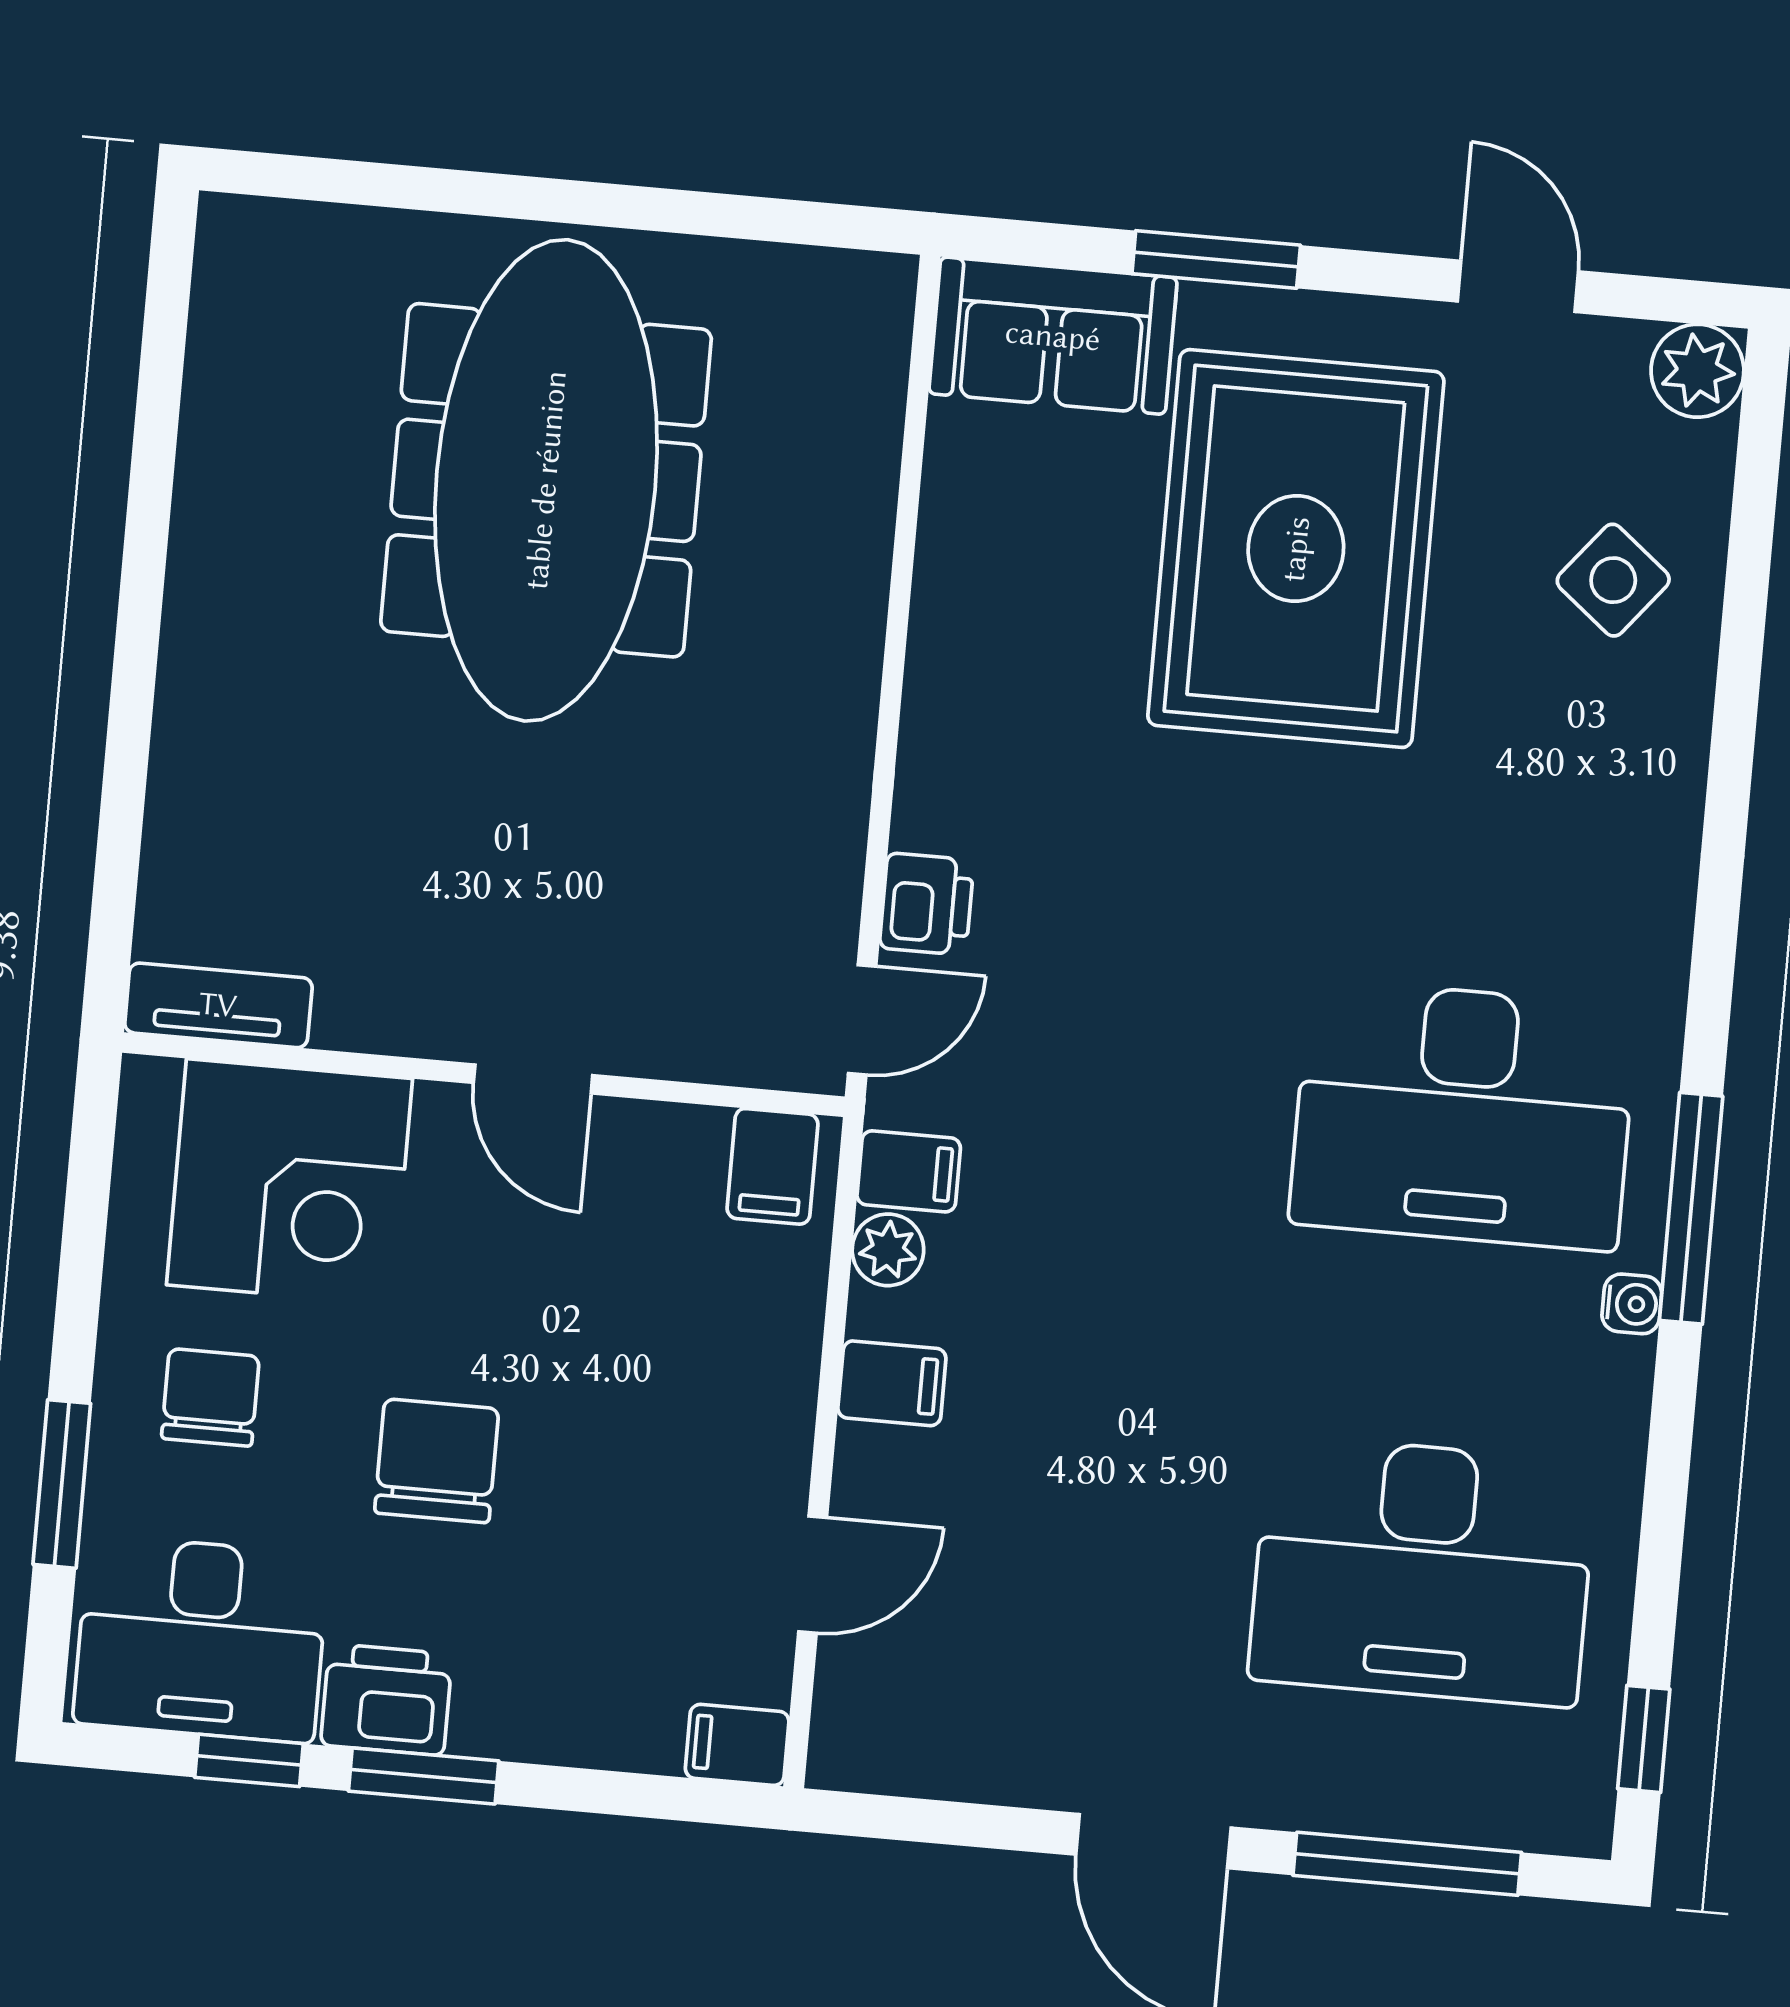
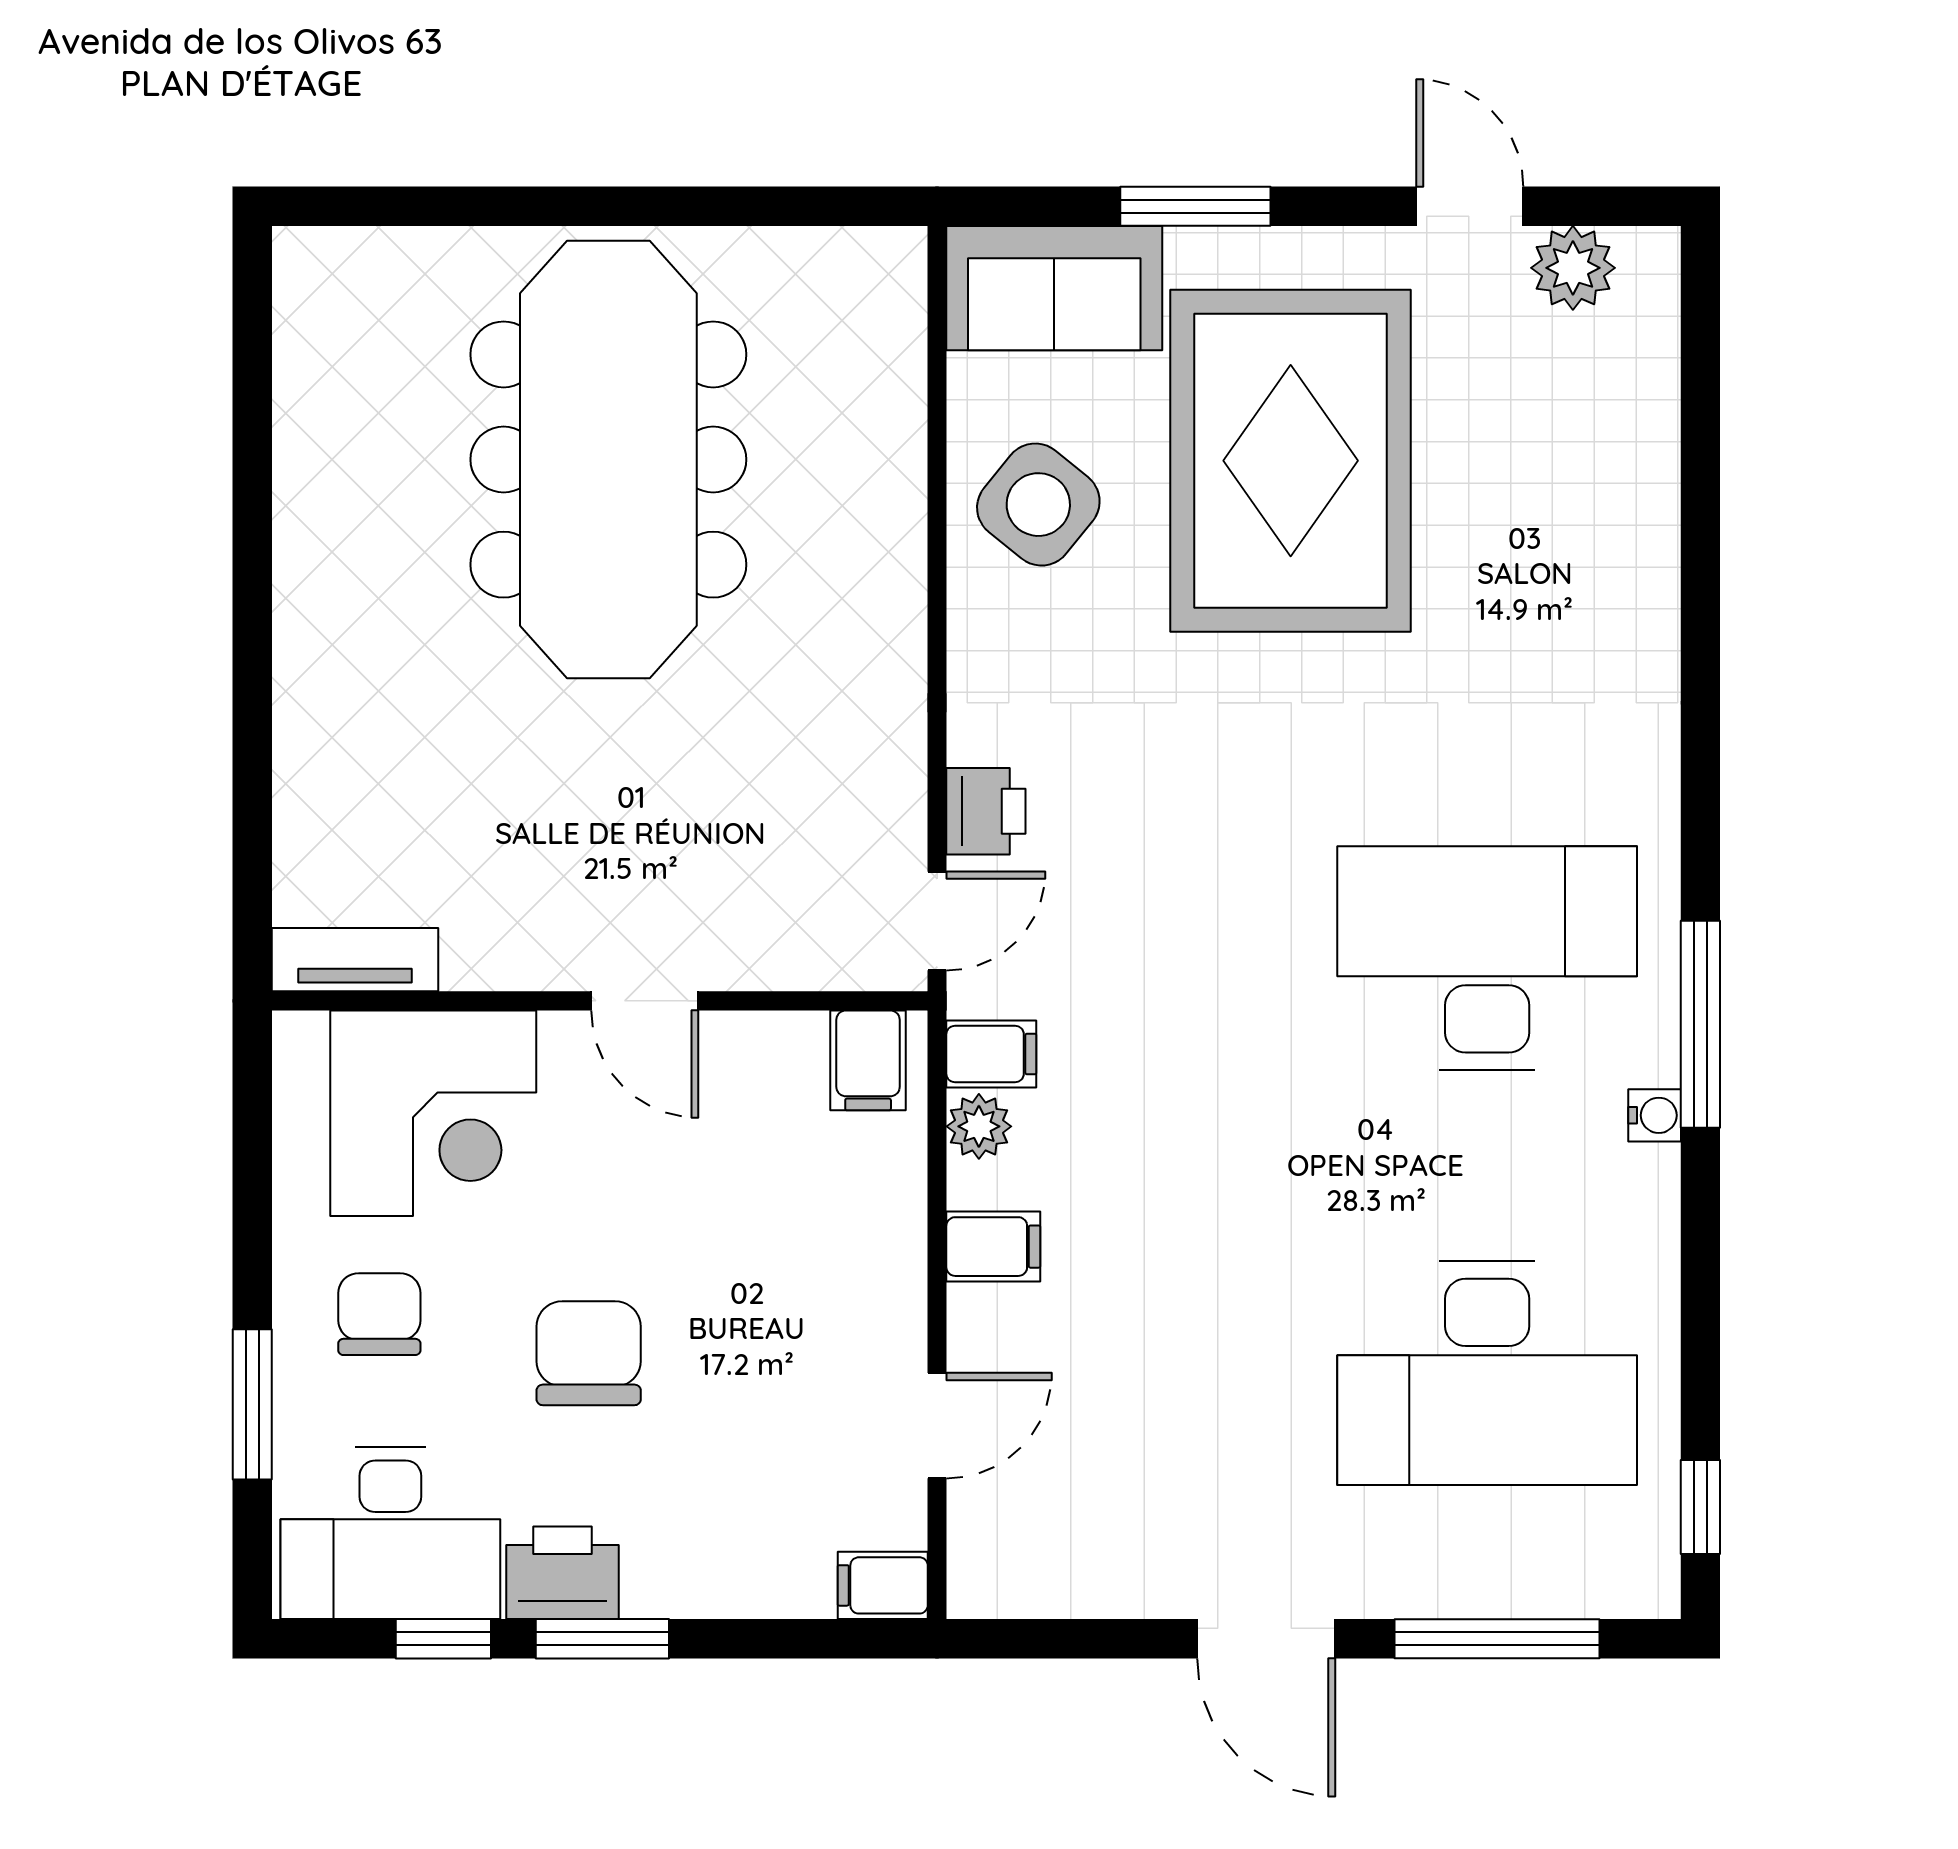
plant: (1697, 371) -> (1573, 268), moved
side table: (1613, 580) -> (1038, 505), moved, width x1.37, depth x1.37
desk: (1463, 1115) -> (1487, 958), turned 180

